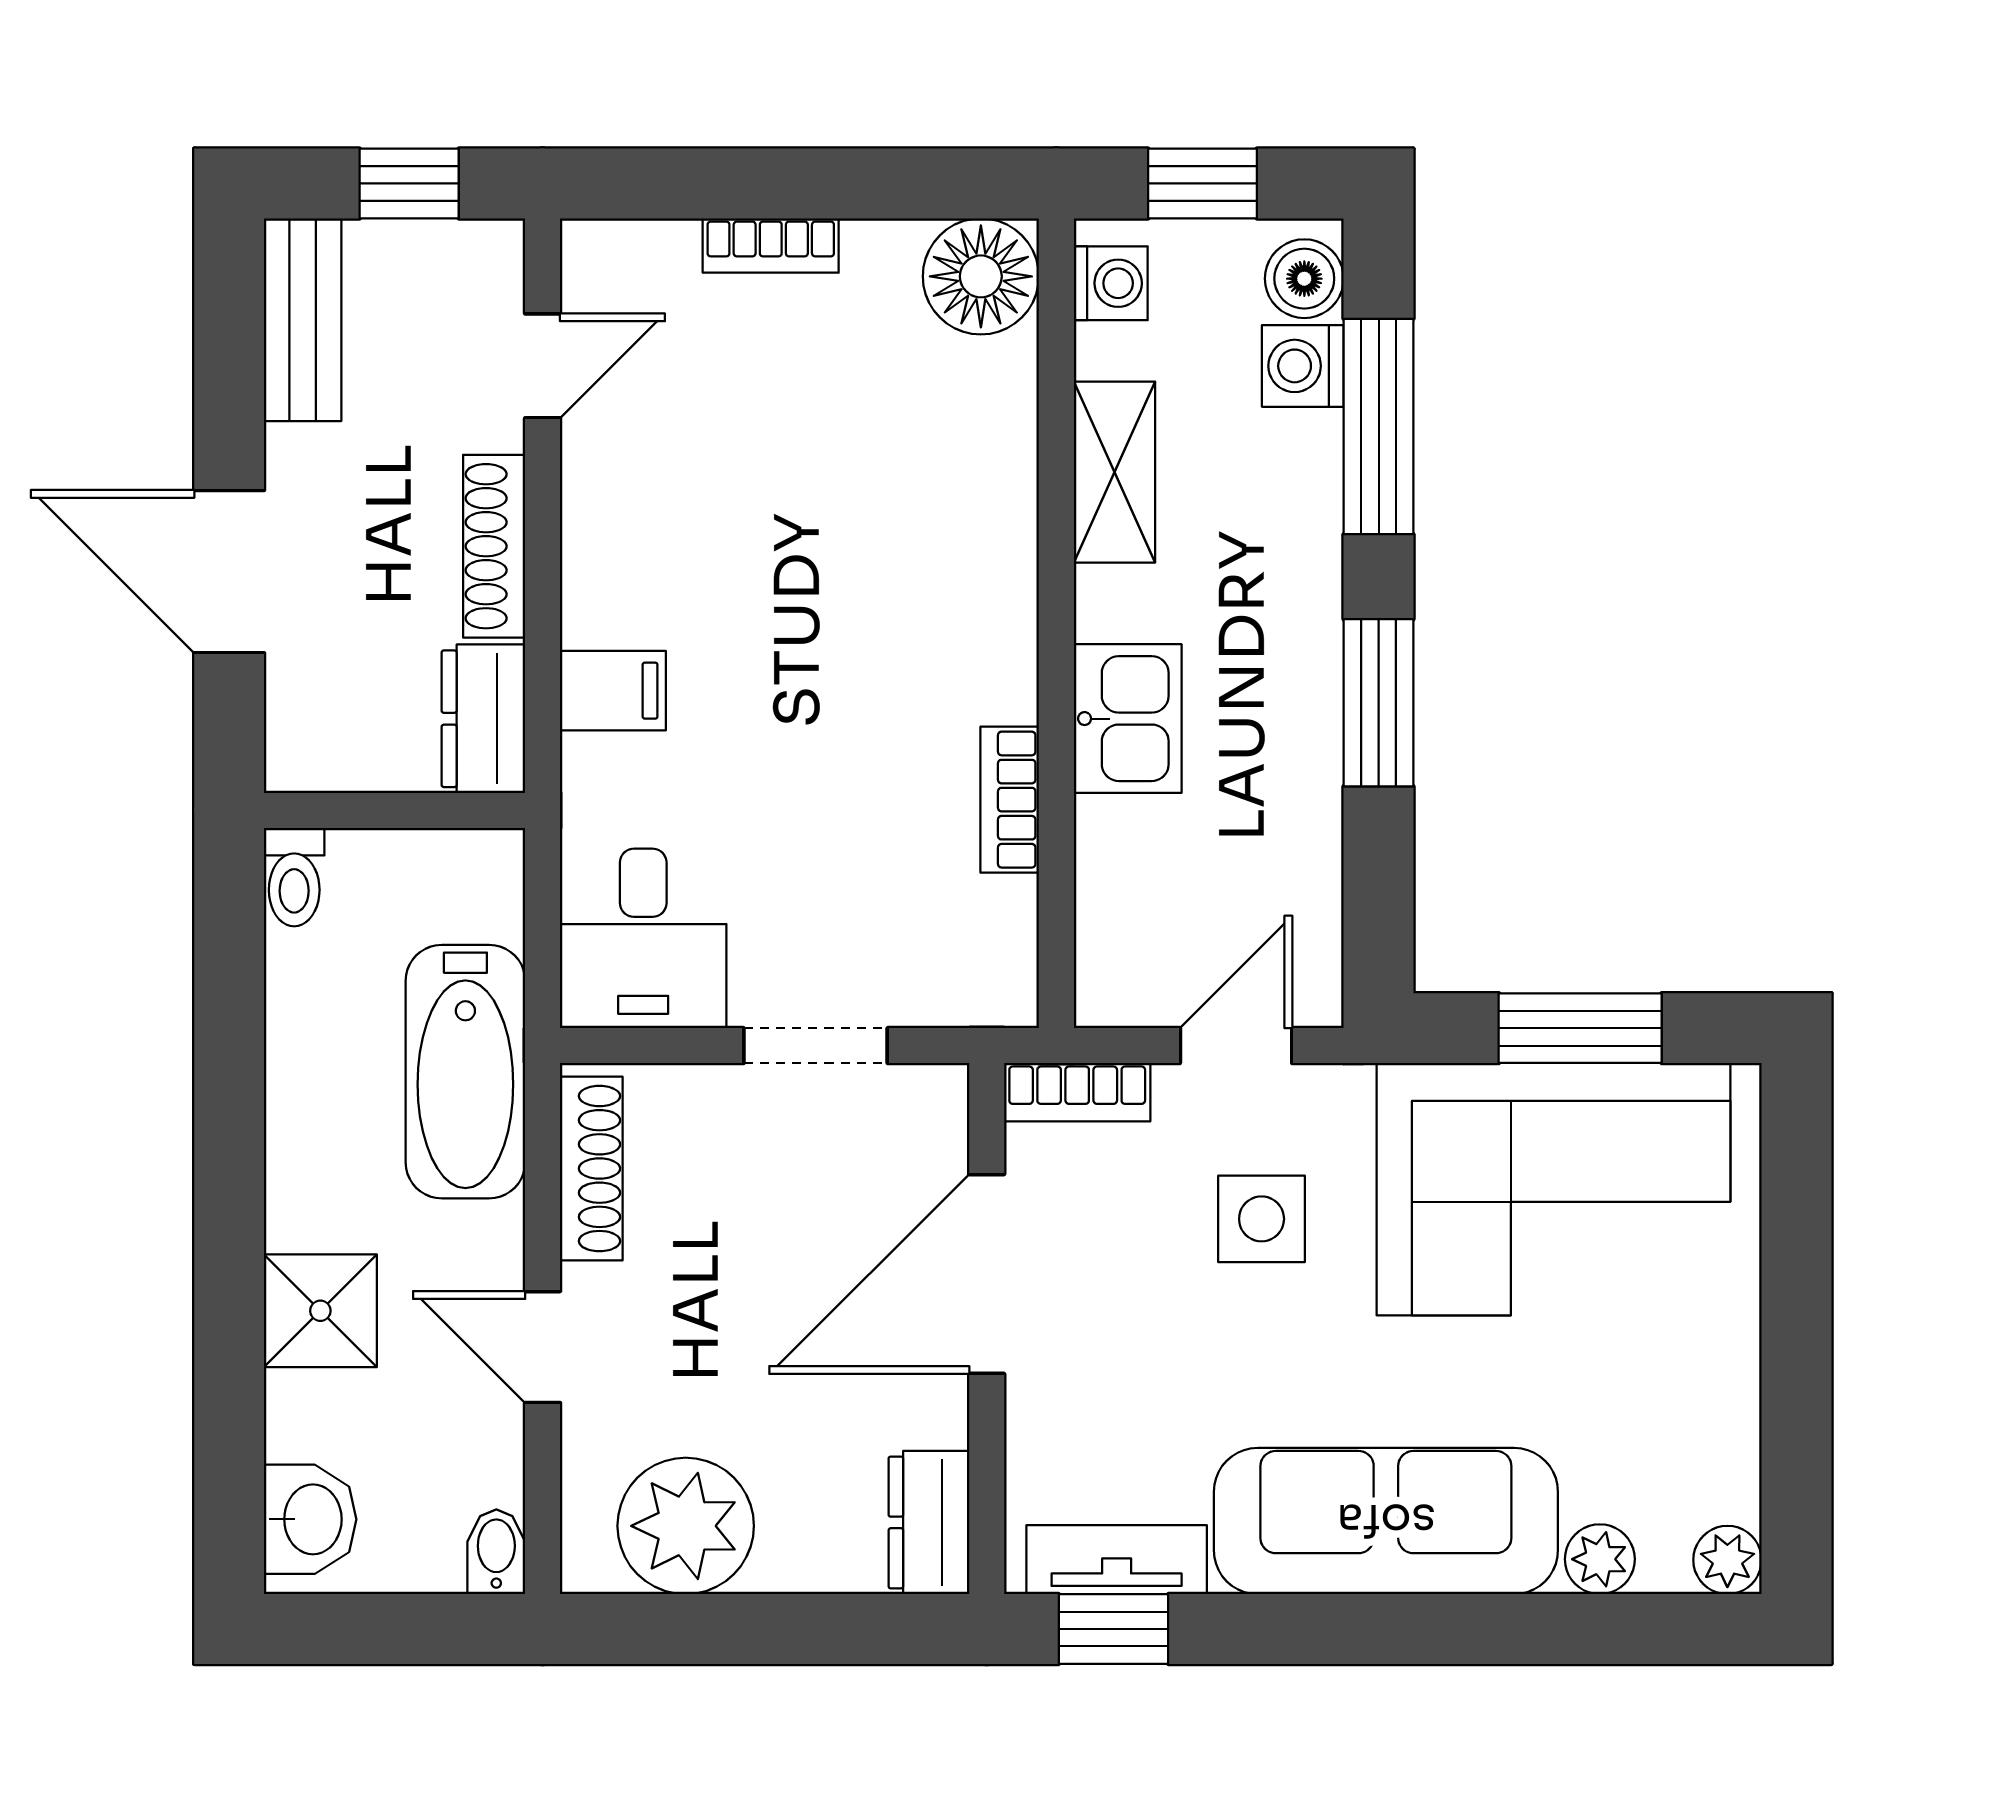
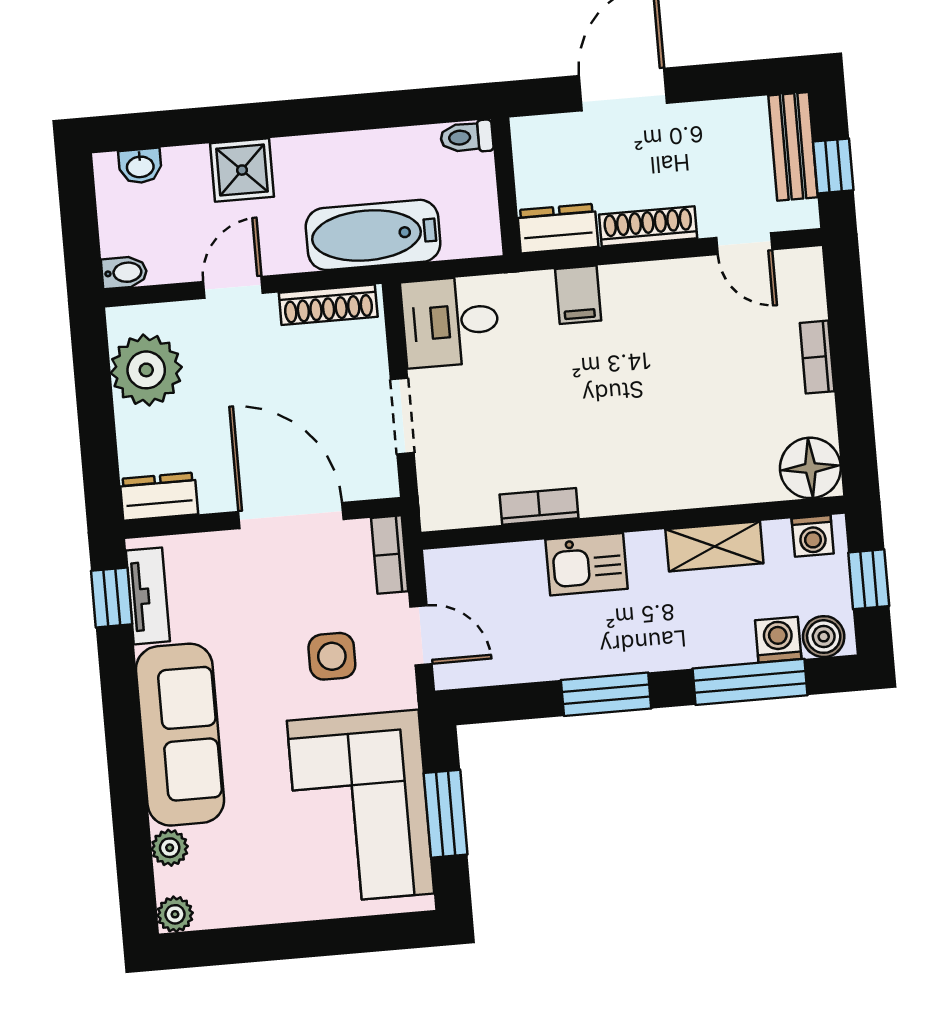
bench: (303, 320) -> (793, 146), moved, turned 90
washbasin: (310, 1519) -> (140, 166), width x0.72, depth x0.69

